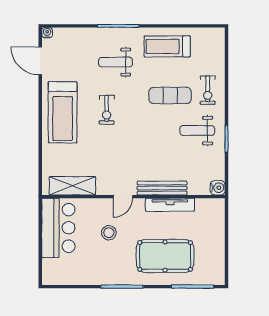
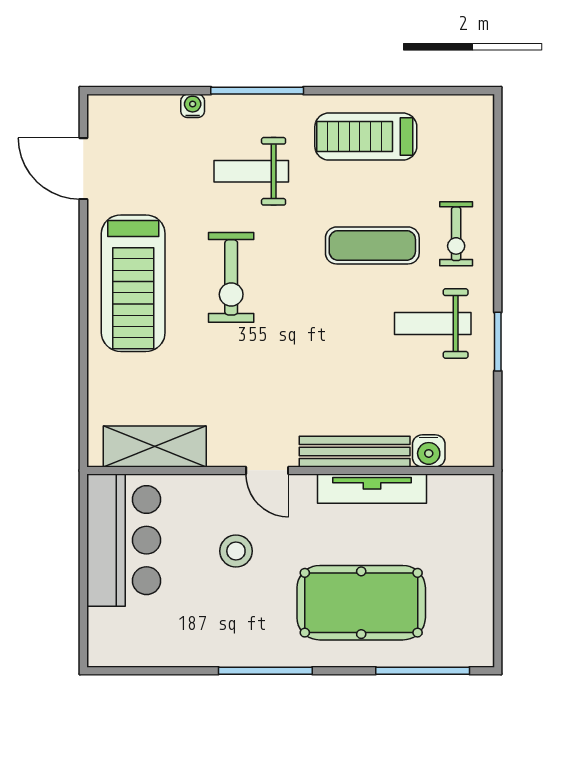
water cooler: (47, 33) -> (193, 106), moved
exercise bike: (107, 110) -> (231, 277), width x1.38, depth x1.39
water cooler: (218, 188) -> (429, 451), moved, turned 90
door: (123, 197) -> (267, 470), hinge flipped

